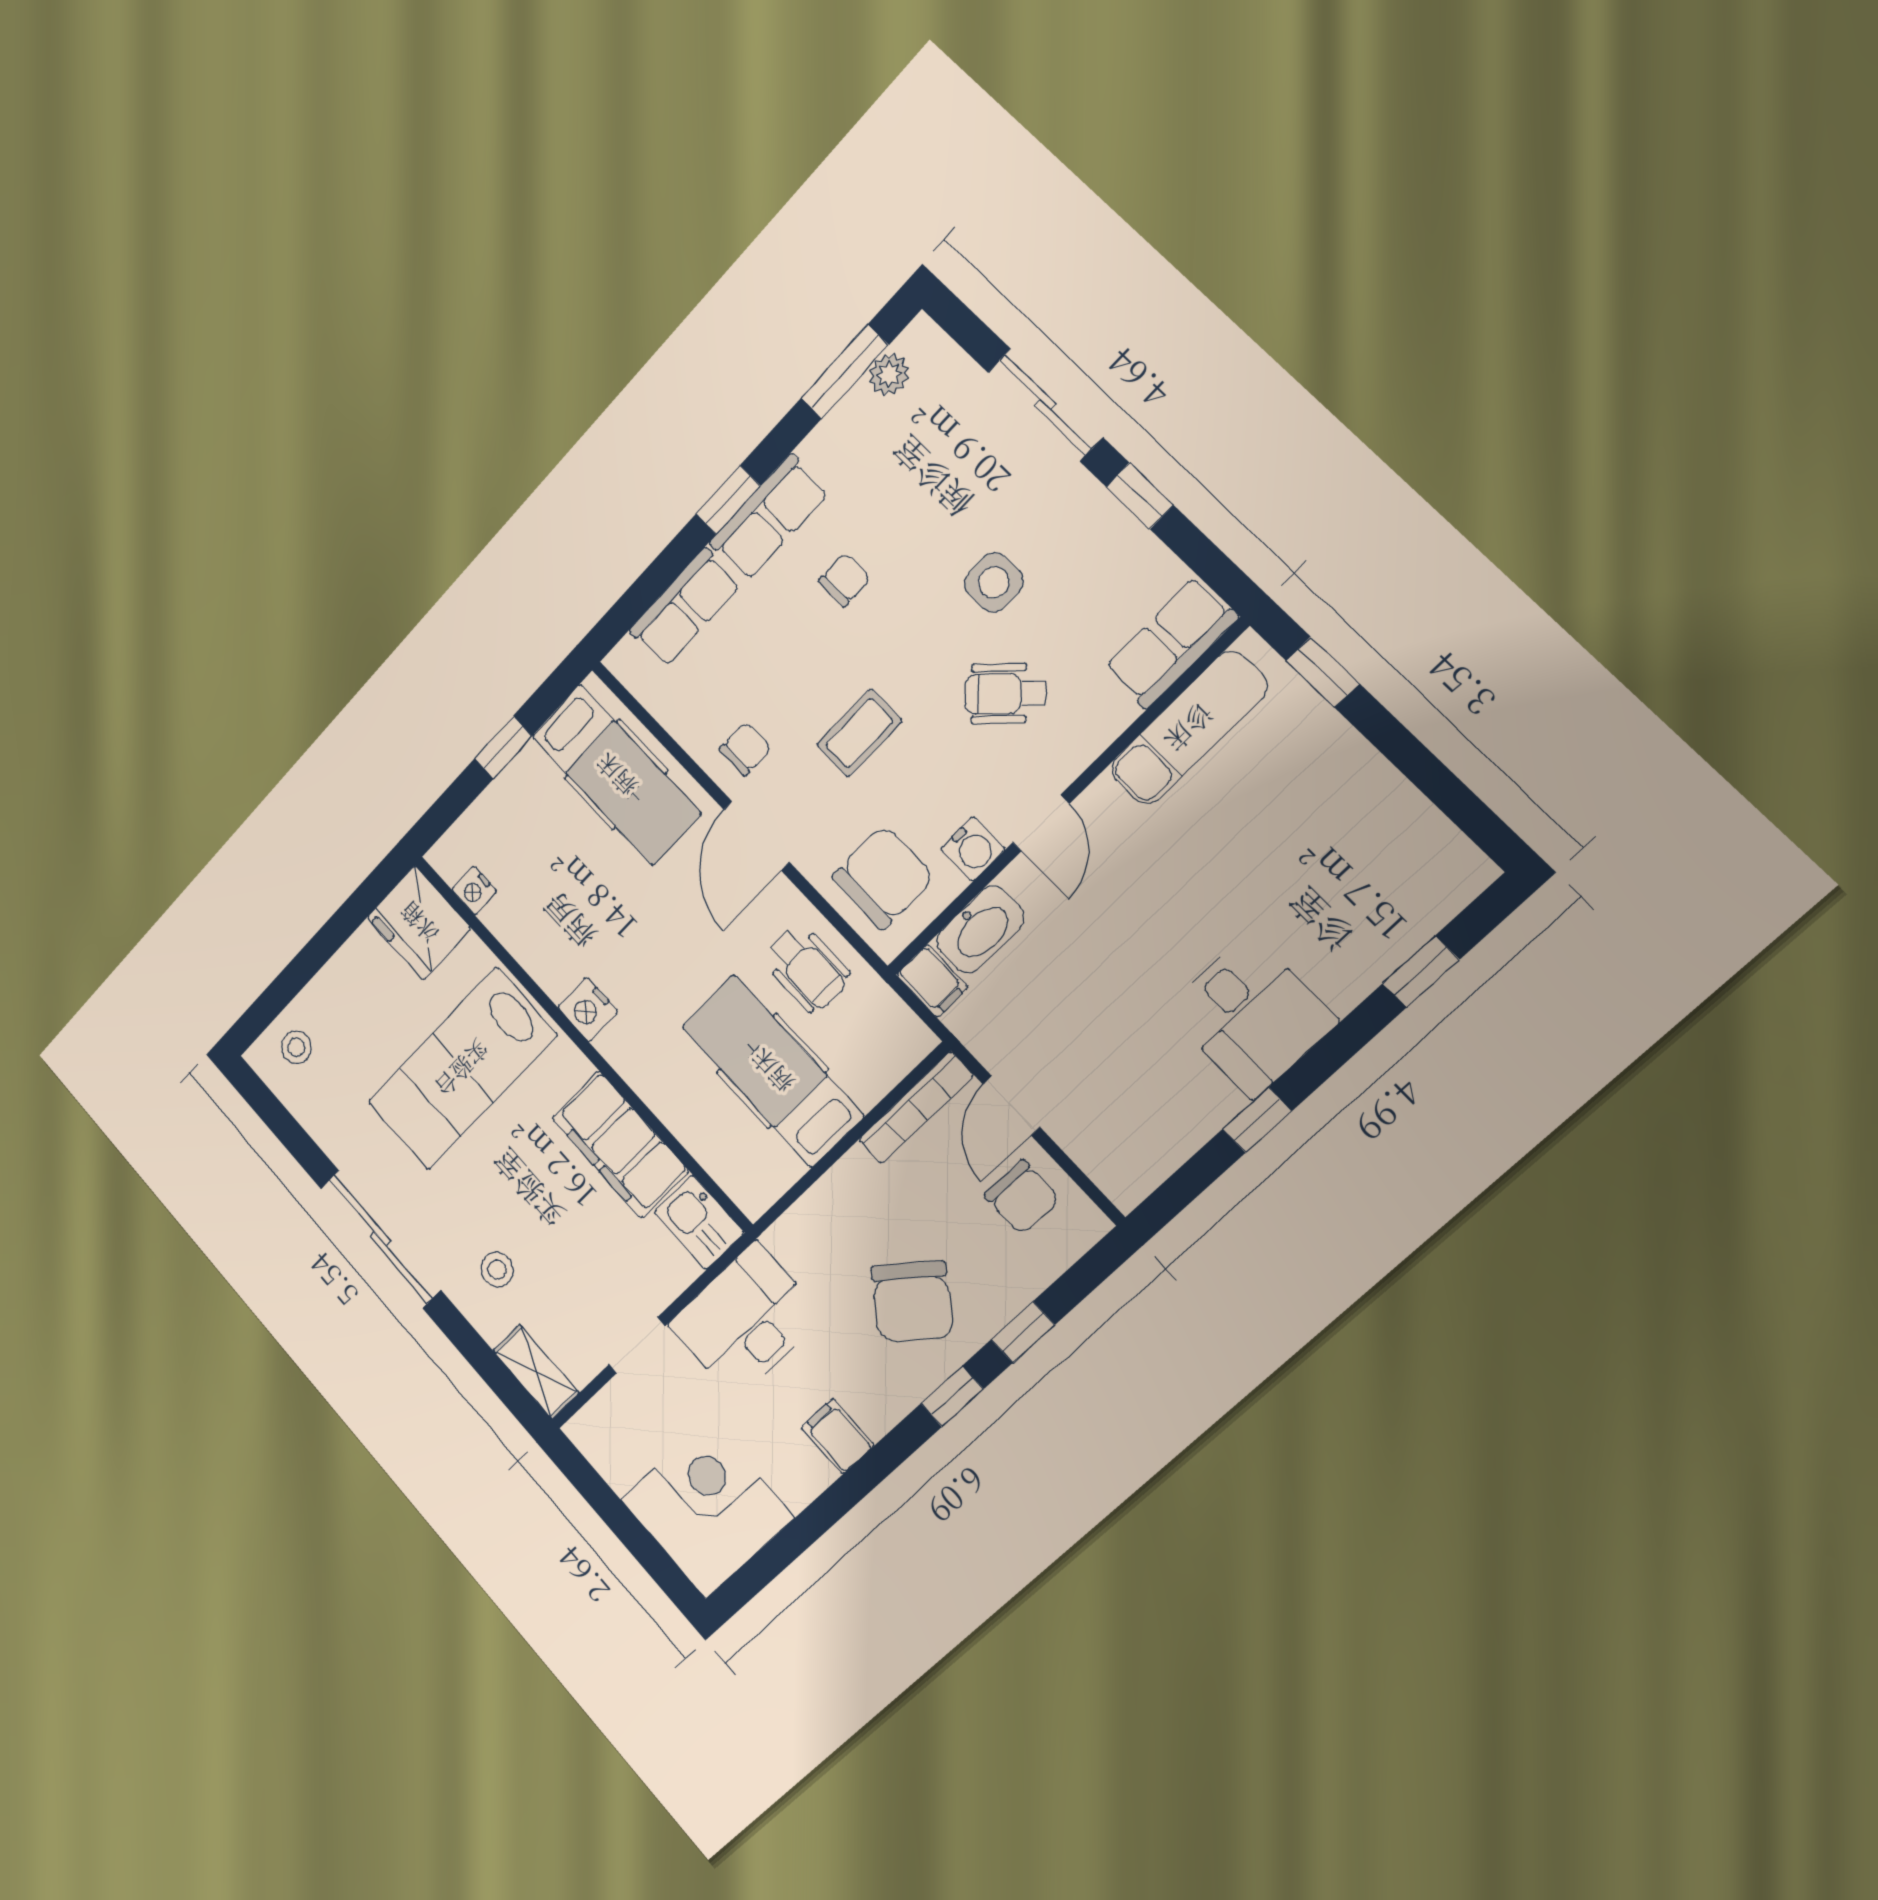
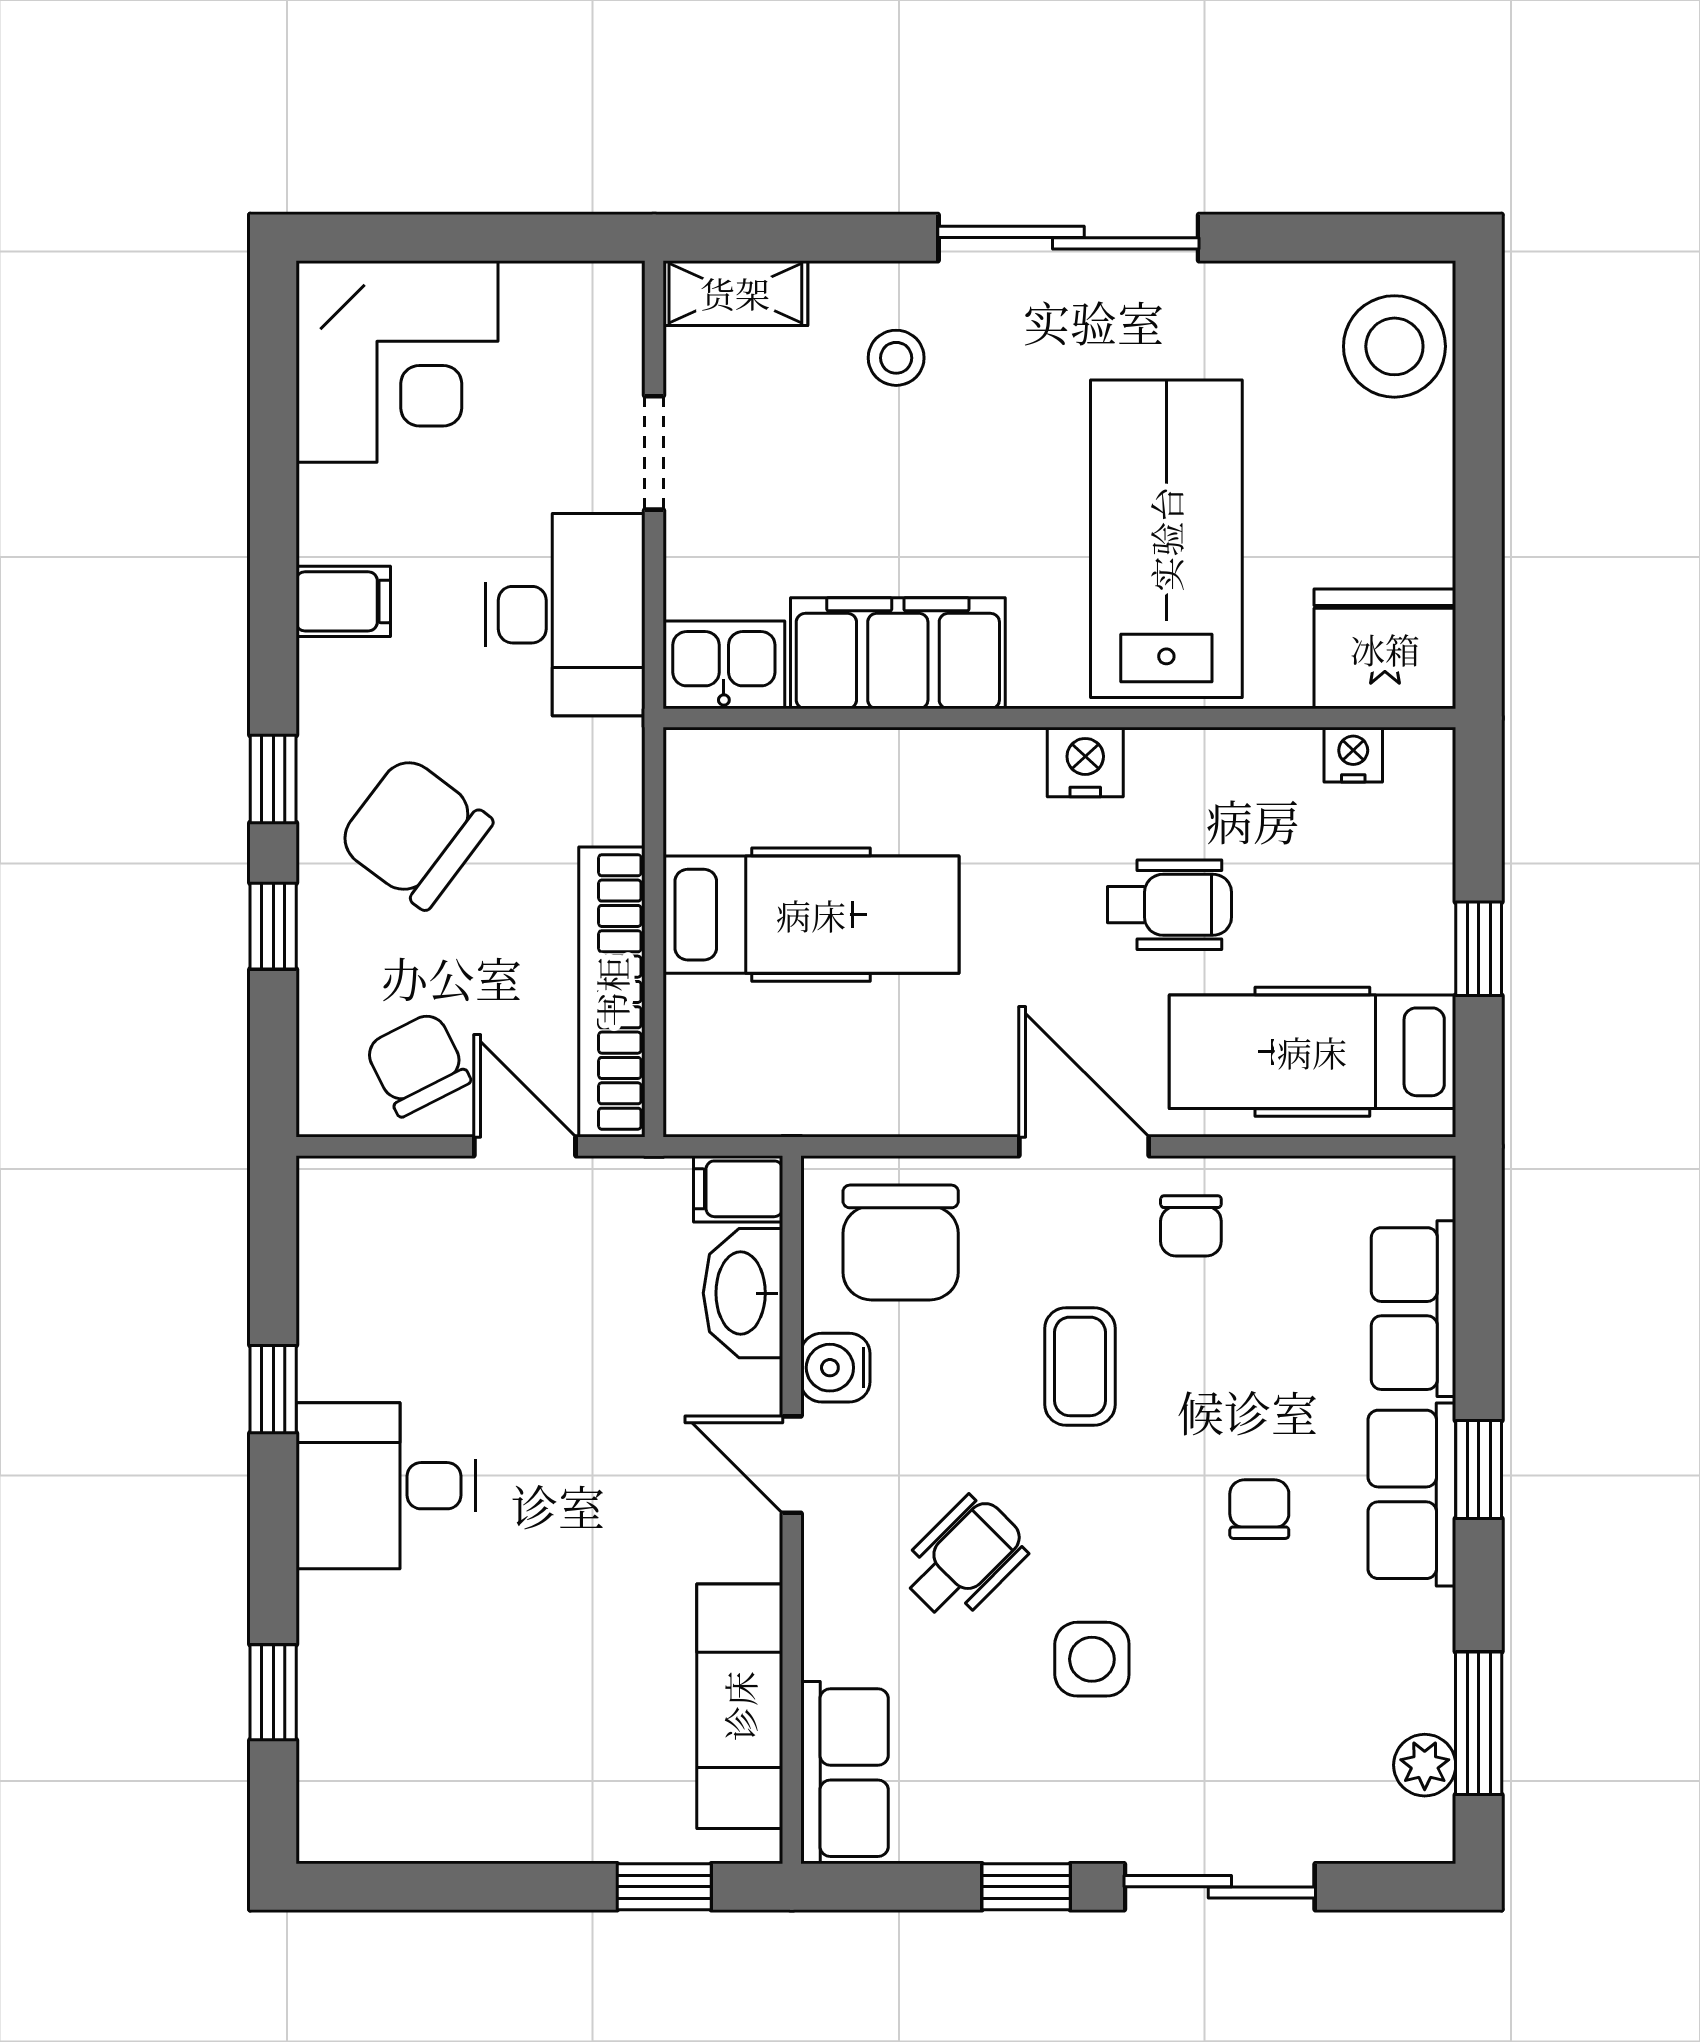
chair: (844, 580) -> (1259, 1509), turned 180
wheelchair: (807, 968) -> (1169, 905), moved, turned 180
stool: (297, 1047) -> (1394, 346), width x1.89, depth x1.89
bookcase: (916, 1108) -> (612, 992), width x1.48, depth x1.31
chair: (1022, 1197) -> (418, 1064), turned 63

